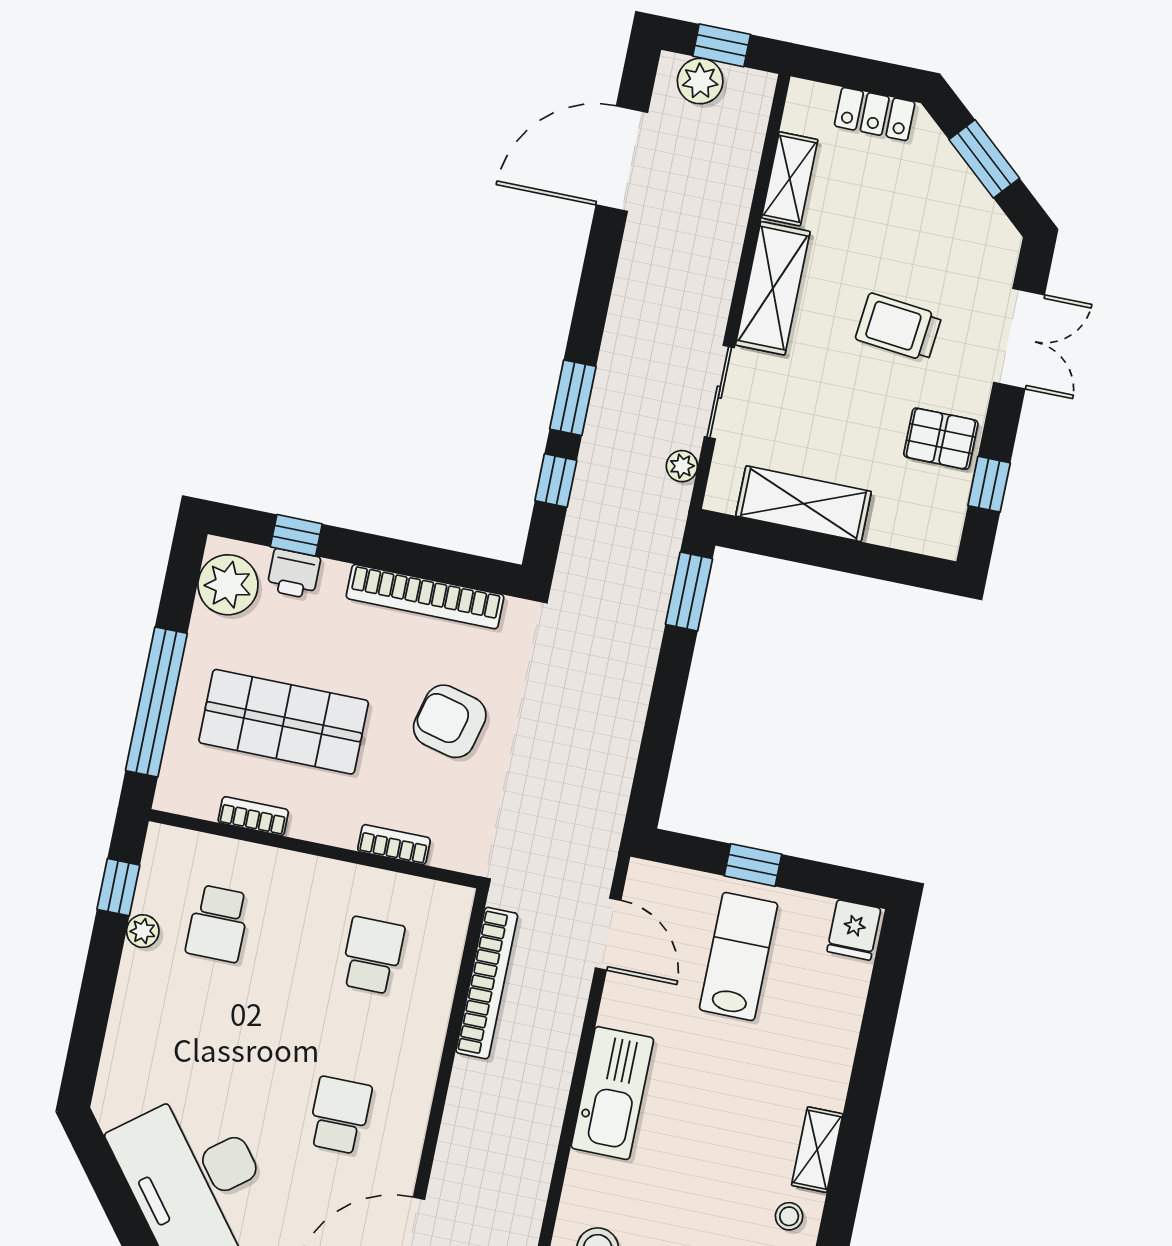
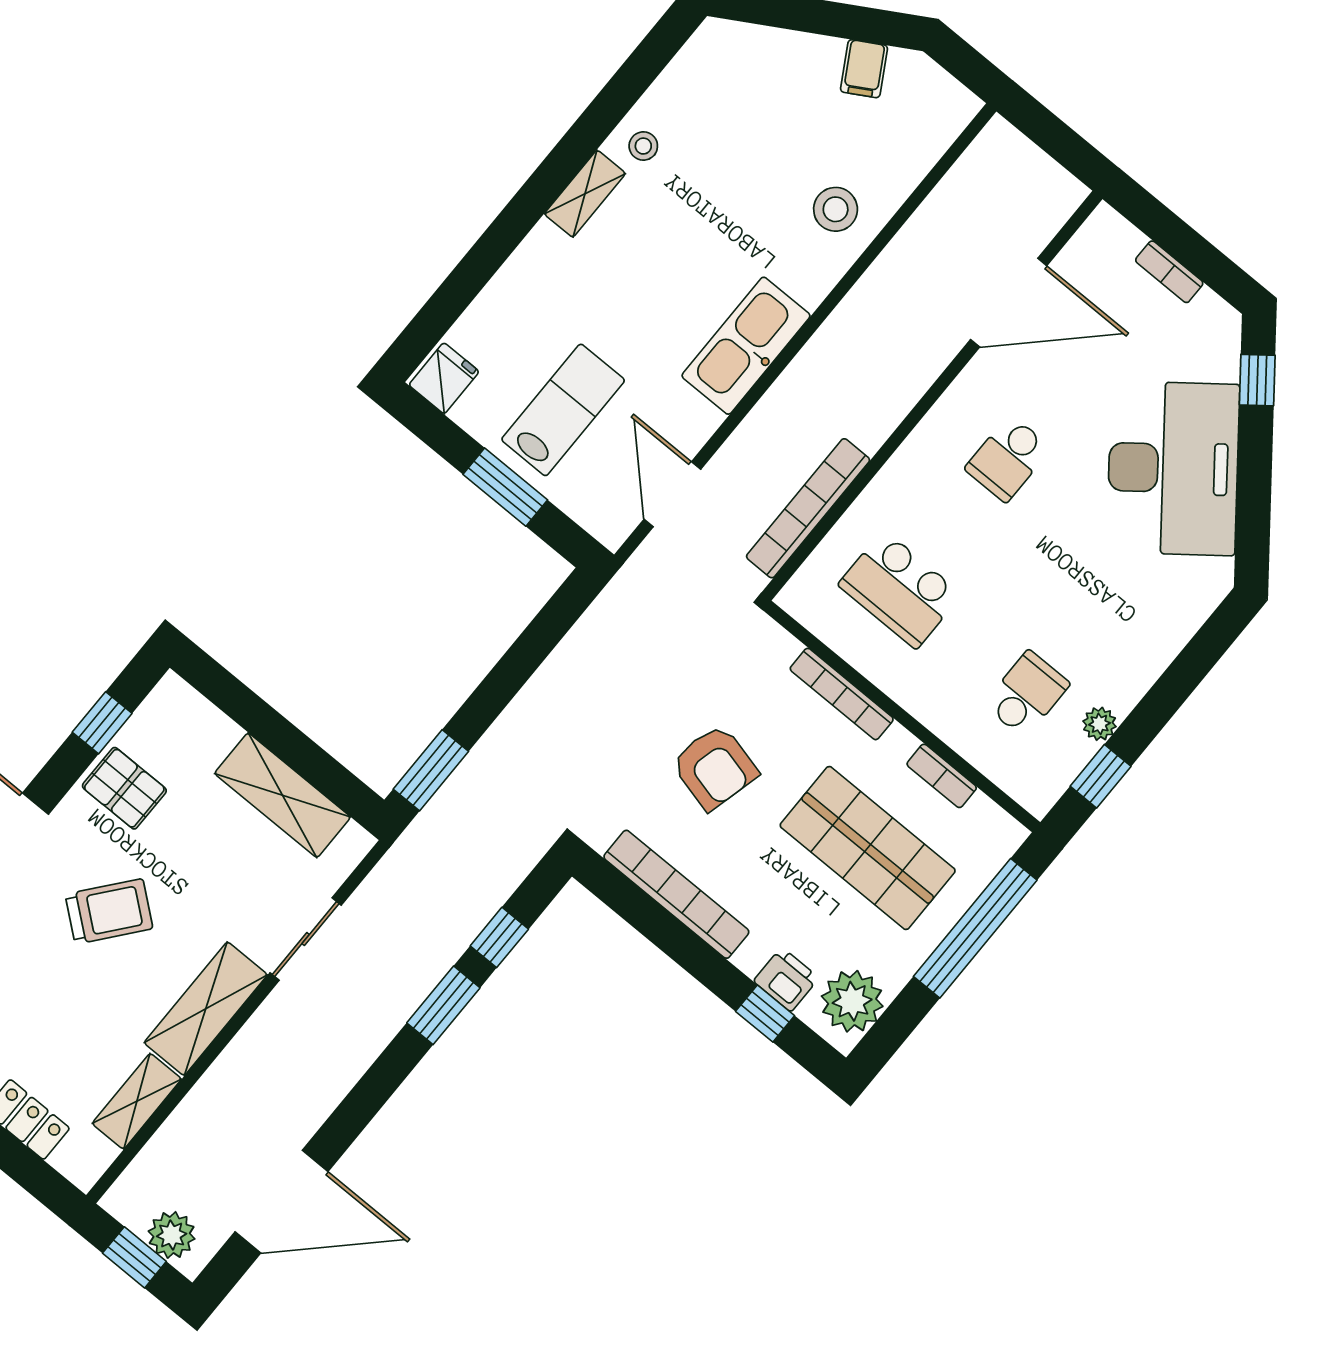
trolley: (899, 327) -> (109, 911), turned -57
plant: (682, 466) -> (376, 889), removed
bookcase: (394, 845) -> (842, 694), width x1.56
window: (753, 865) -> (505, 487), width x1.50
school desk: (372, 955) -> (900, 590), width x1.85
lab bench: (739, 956) -> (563, 410), turned 180

